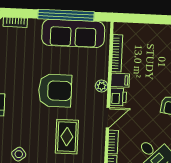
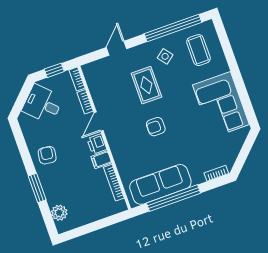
plant: (102, 86) -> (116, 148), removed
armchair: (55, 91) -> (156, 127), width x0.53, depth x0.53
rug: (67, 137) -> (146, 85), moved

